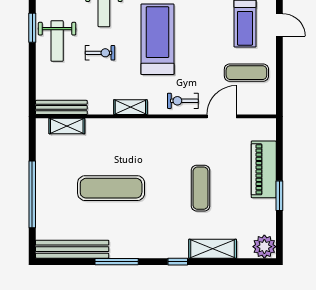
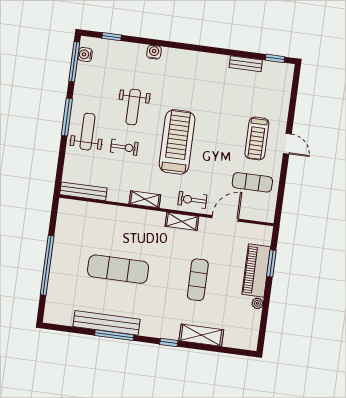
window: (32, 28) -> (67, 117), width x1.44
weight bench: (57, 41) -> (87, 132), turned 180
shelving: (67, 126) -> (182, 221), moved
window: (279, 196) -> (271, 263), moved
plant: (264, 247) -> (257, 303), moved, width x0.53, depth x0.53
bench: (72, 249) -> (106, 323), moved

